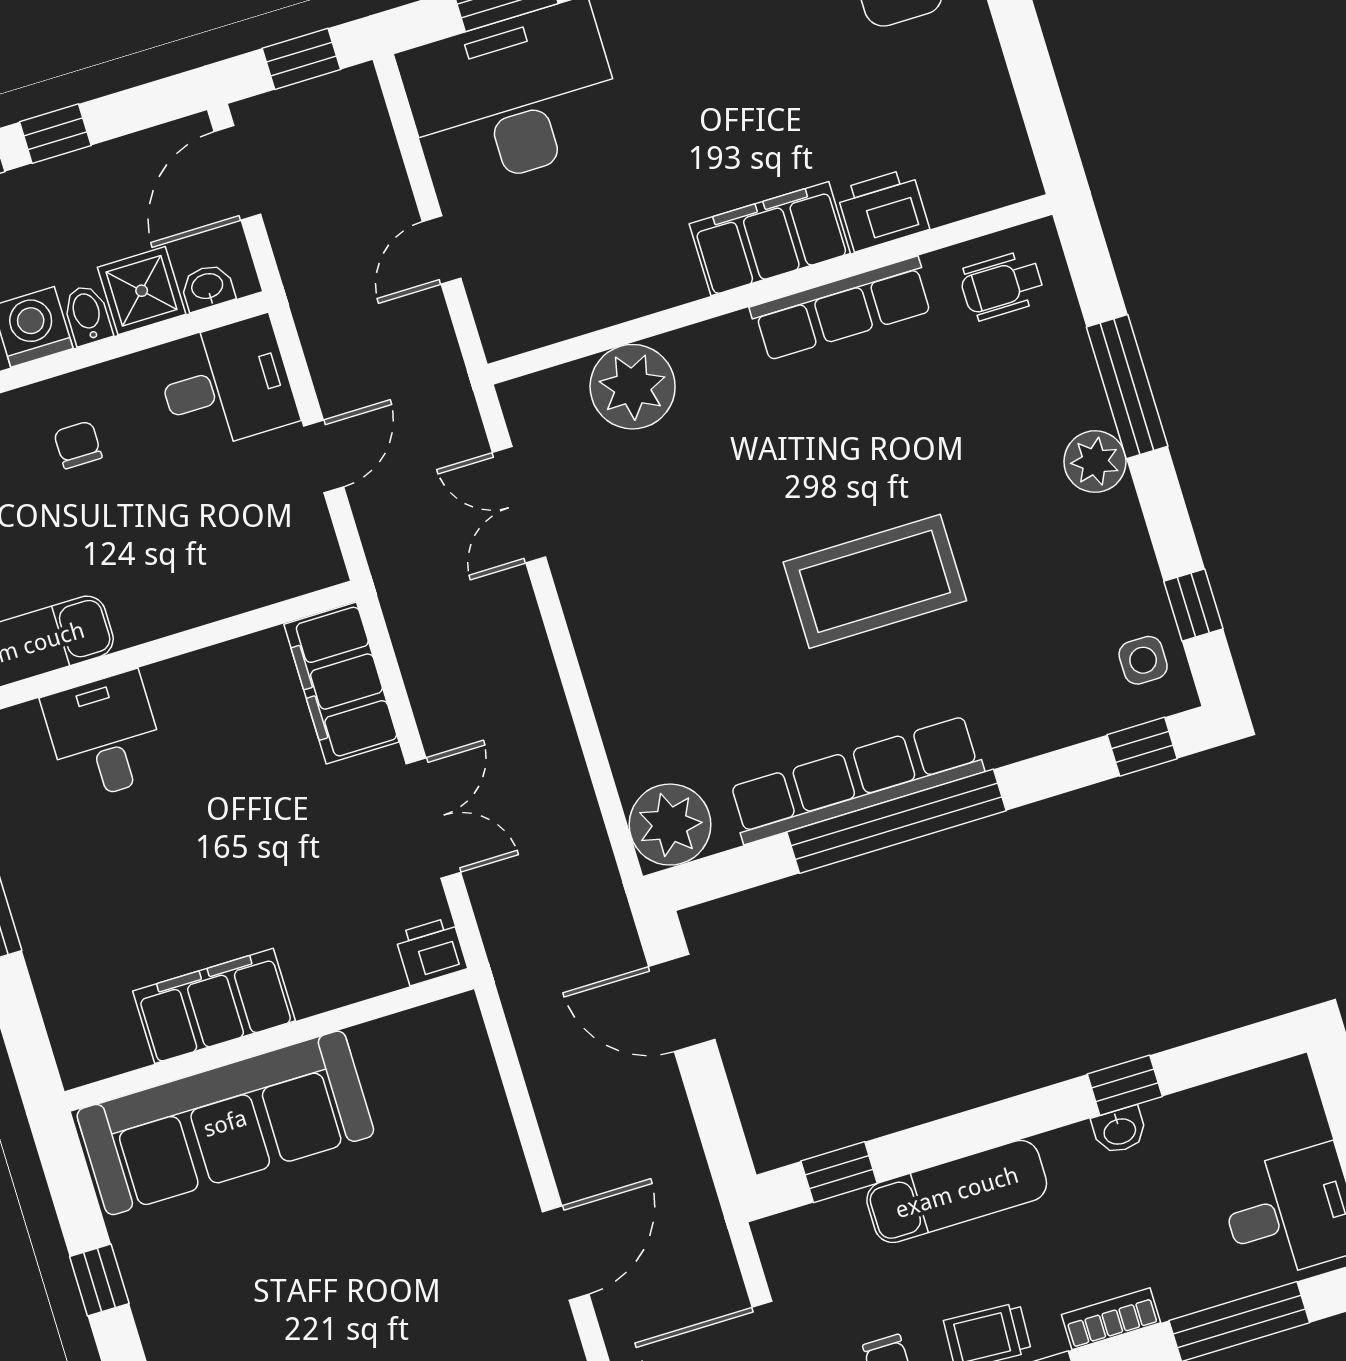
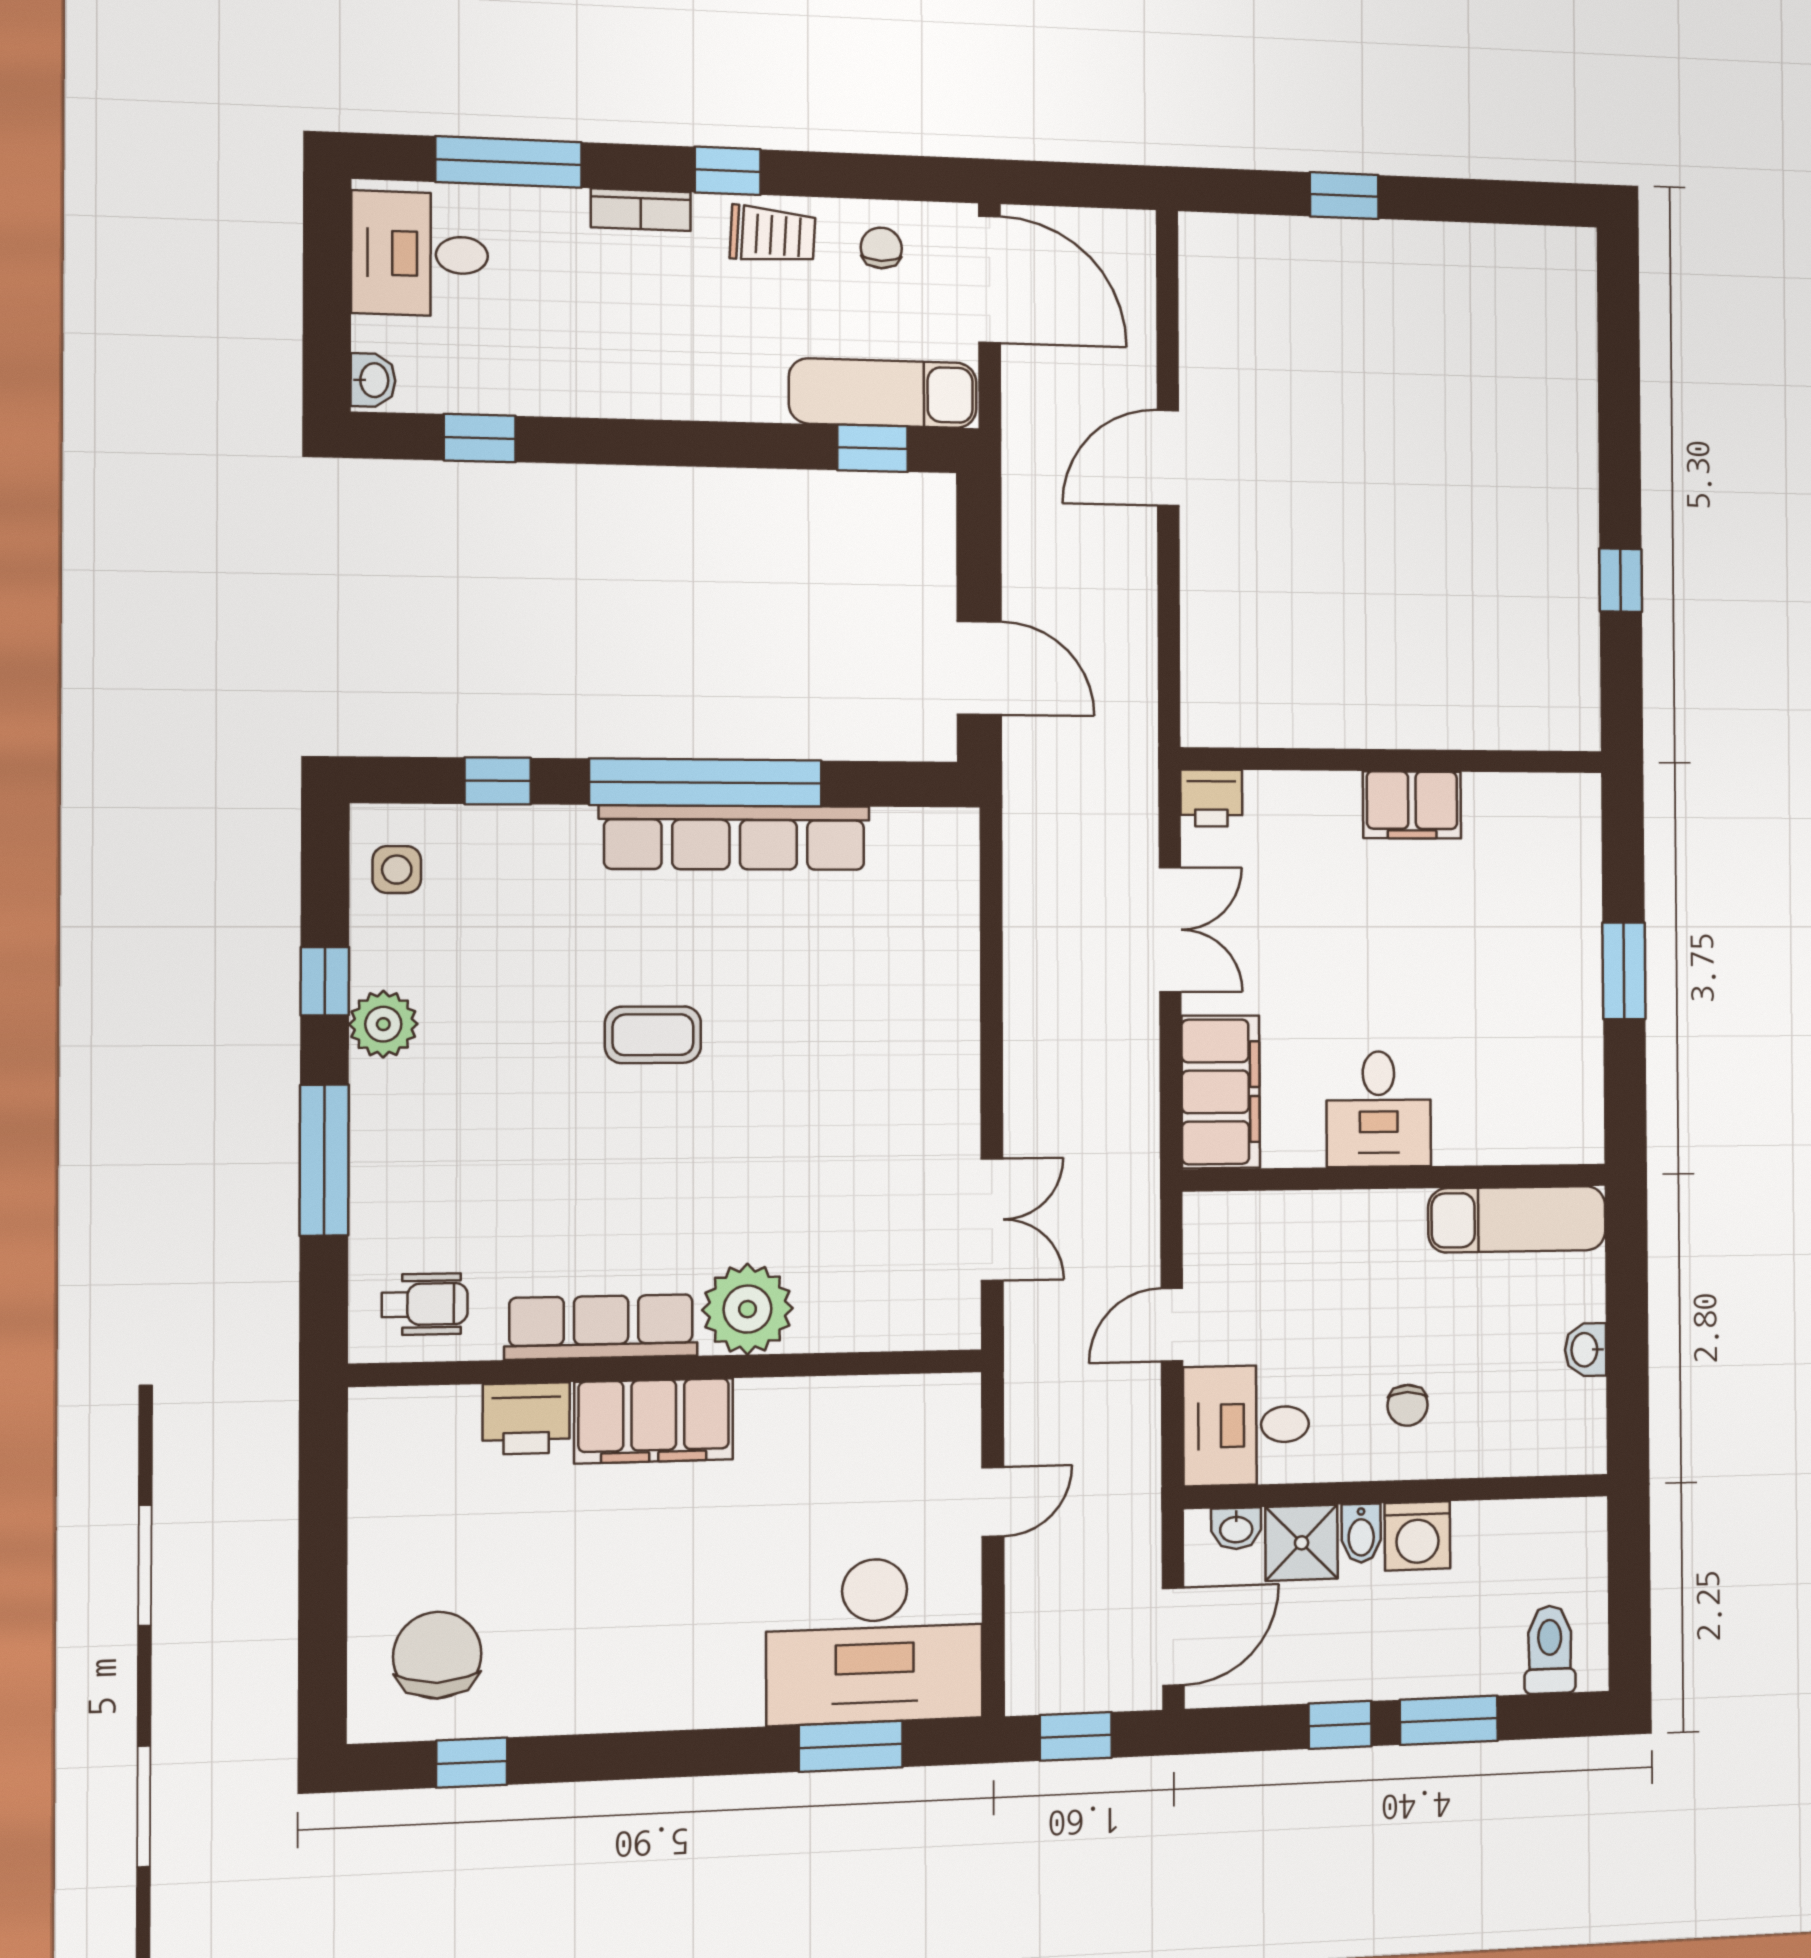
plant: (633, 387) -> (747, 1309), moved
plant: (1095, 462) -> (383, 1024), moved
coffee table: (875, 581) -> (653, 1035), width x0.54, depth x0.58
window: (1193, 605) -> (325, 981), moved
desk: (105, 736) -> (1379, 1109), moved
window: (1142, 747) -> (498, 781), moved
double door: (433, 818) -> (1170, 930), swing flipped
plant: (670, 825) -> (937, 850), removed
filing cabinet: (214, 1006) -> (1412, 805), width x0.67, depth x0.86
window: (1125, 1085) -> (480, 438), moved
sofa: (225, 1123) -> (1459, 693), removed
washbasin: (1119, 1130) -> (373, 380), moved, turned 90
exam couch: (957, 1192) -> (883, 393), moved

